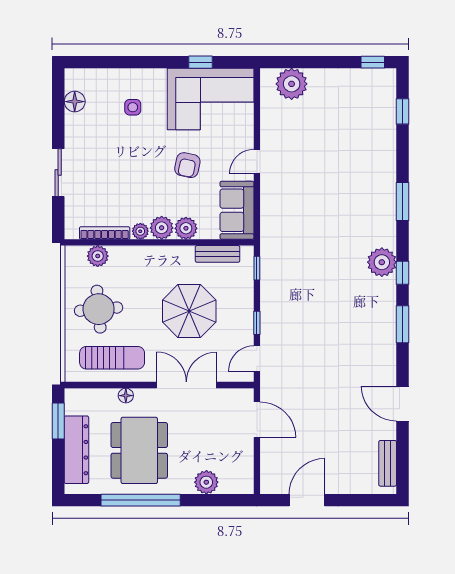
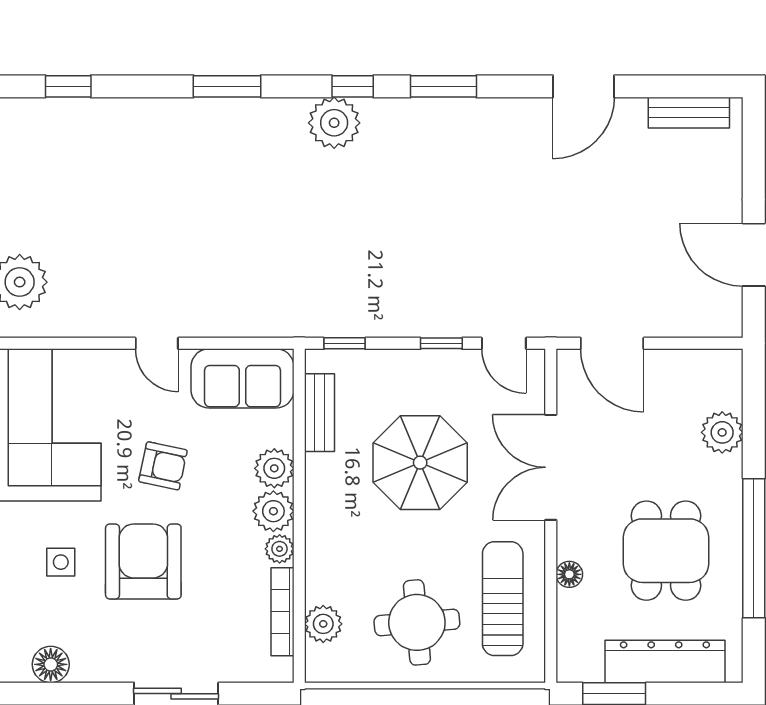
armchair: (133, 154) -> (143, 561), added
door: (257, 420) -> (612, 343), swing flipped
dining table: (139, 450) -> (666, 551), width x0.73

